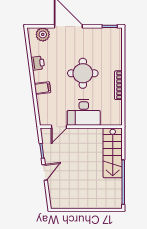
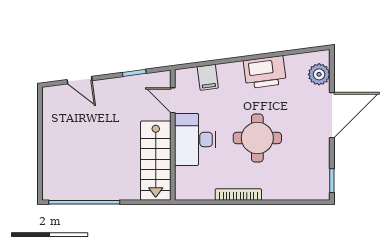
printer: (38, 63) -> (265, 72), width x1.87, depth x1.48
filing cabinet: (42, 88) -> (208, 77), moved
stairs: (113, 153) -> (156, 161), moved, turned -90
door: (45, 172) -> (80, 80), moved

